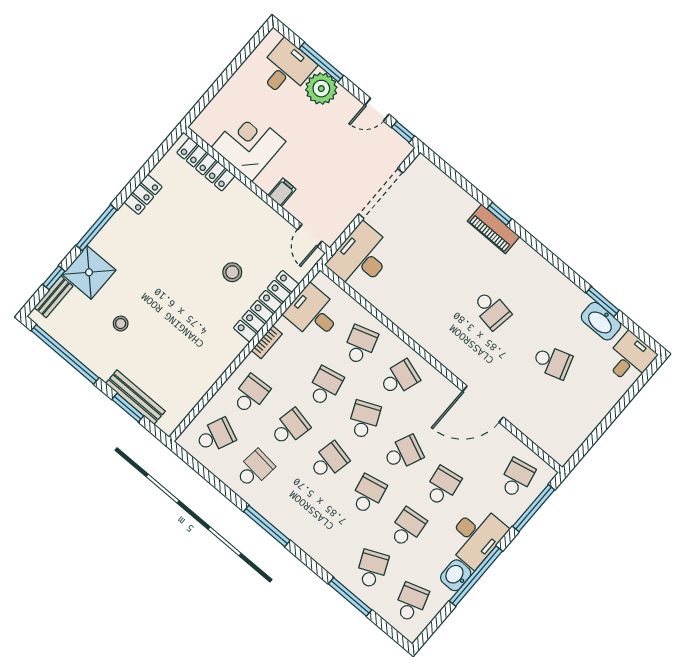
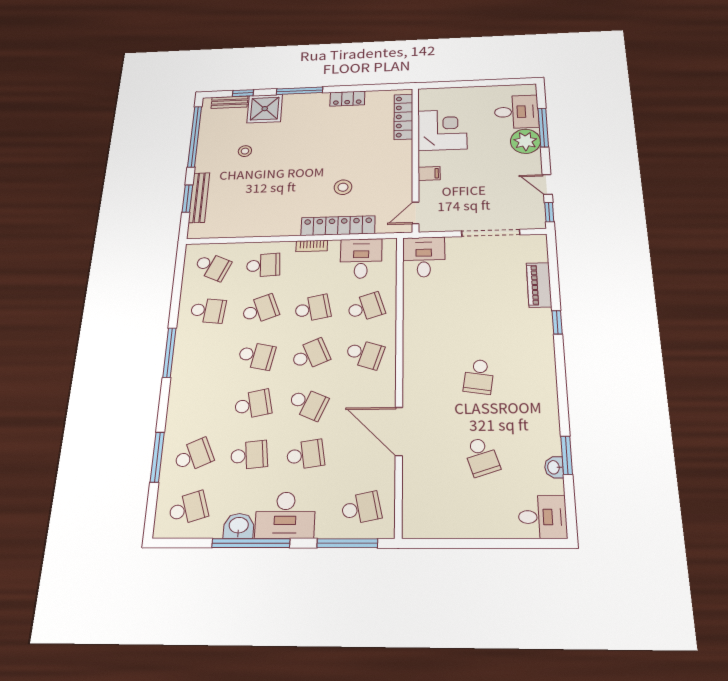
piano: (494, 229) -> (539, 285), moved
desk: (361, 257) -> (424, 257), width x0.73
washbasin: (601, 321) -> (554, 467), width x0.52, depth x0.69
school desk: (290, 428) -> (260, 310), turned -33

